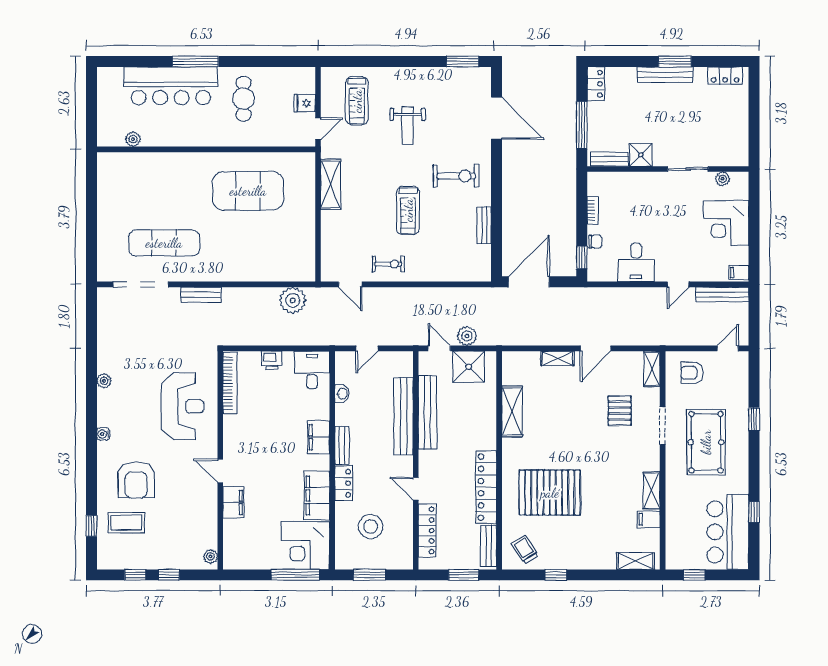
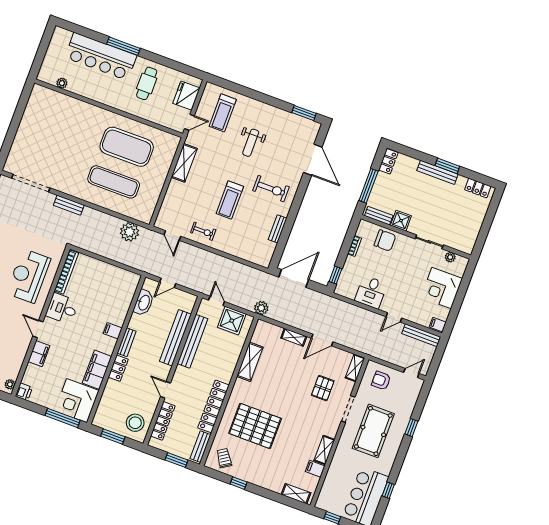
fridge: (305, 103) -> (186, 96), width x1.88, depth x1.34
chair: (595, 242) -> (385, 240), moved, width x1.87, depth x1.87
exercise mat: (164, 243) -> (114, 182), moved
plant: (467, 336) -> (261, 308), moved
printer: (272, 360) -> (24, 392), moved, turned -90
desk: (312, 370) -> (62, 309), moved, turned -90
washbasin: (342, 394) -> (144, 303), width x1.91, depth x1.45
reception desk: (182, 406) -> (29, 276), turned 180
filing cabinet: (318, 437) -> (113, 331), width x0.50
stool: (371, 527) -> (135, 423), moved

